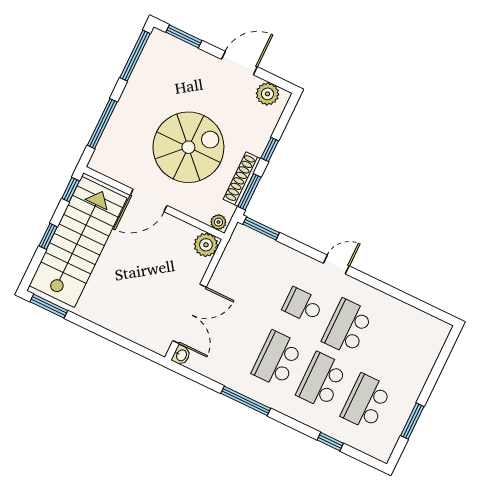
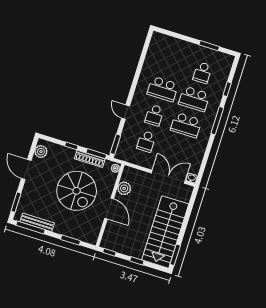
bench: (143, 69) -> (37, 222), added
window: (102, 124) -> (71, 240), width x0.69
spiral stairs: (188, 147) -> (77, 191), turned 180
stairs: (78, 242) -> (165, 232), moved, turned -90
plant: (206, 245) -> (124, 188), moved
door: (336, 265) -> (126, 112), moved
school desk: (258, 284) -> (146, 141), added
window: (246, 401) -> (217, 121), moved
school desk: (366, 402) -> (202, 73), width x0.54

